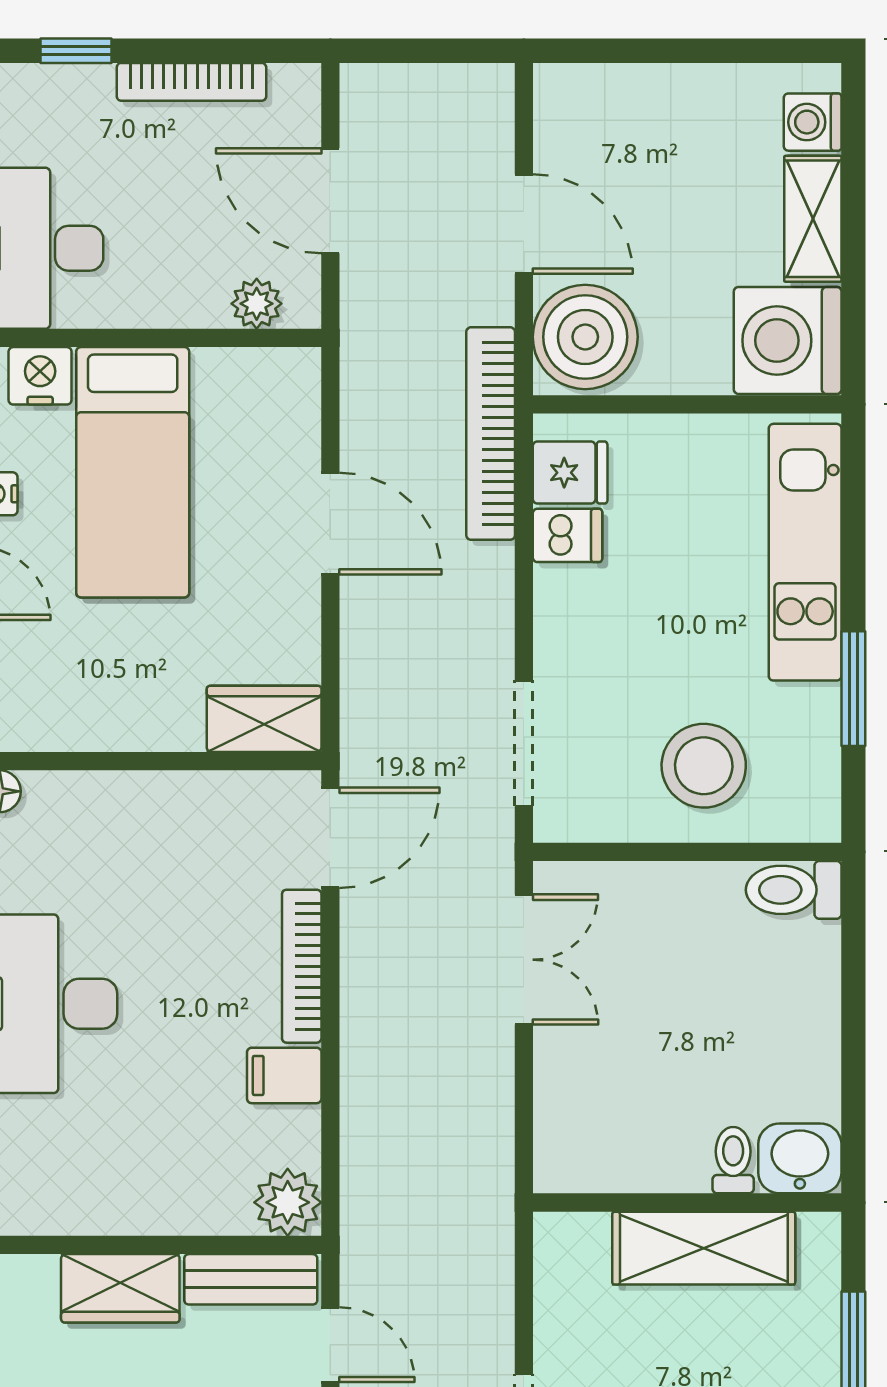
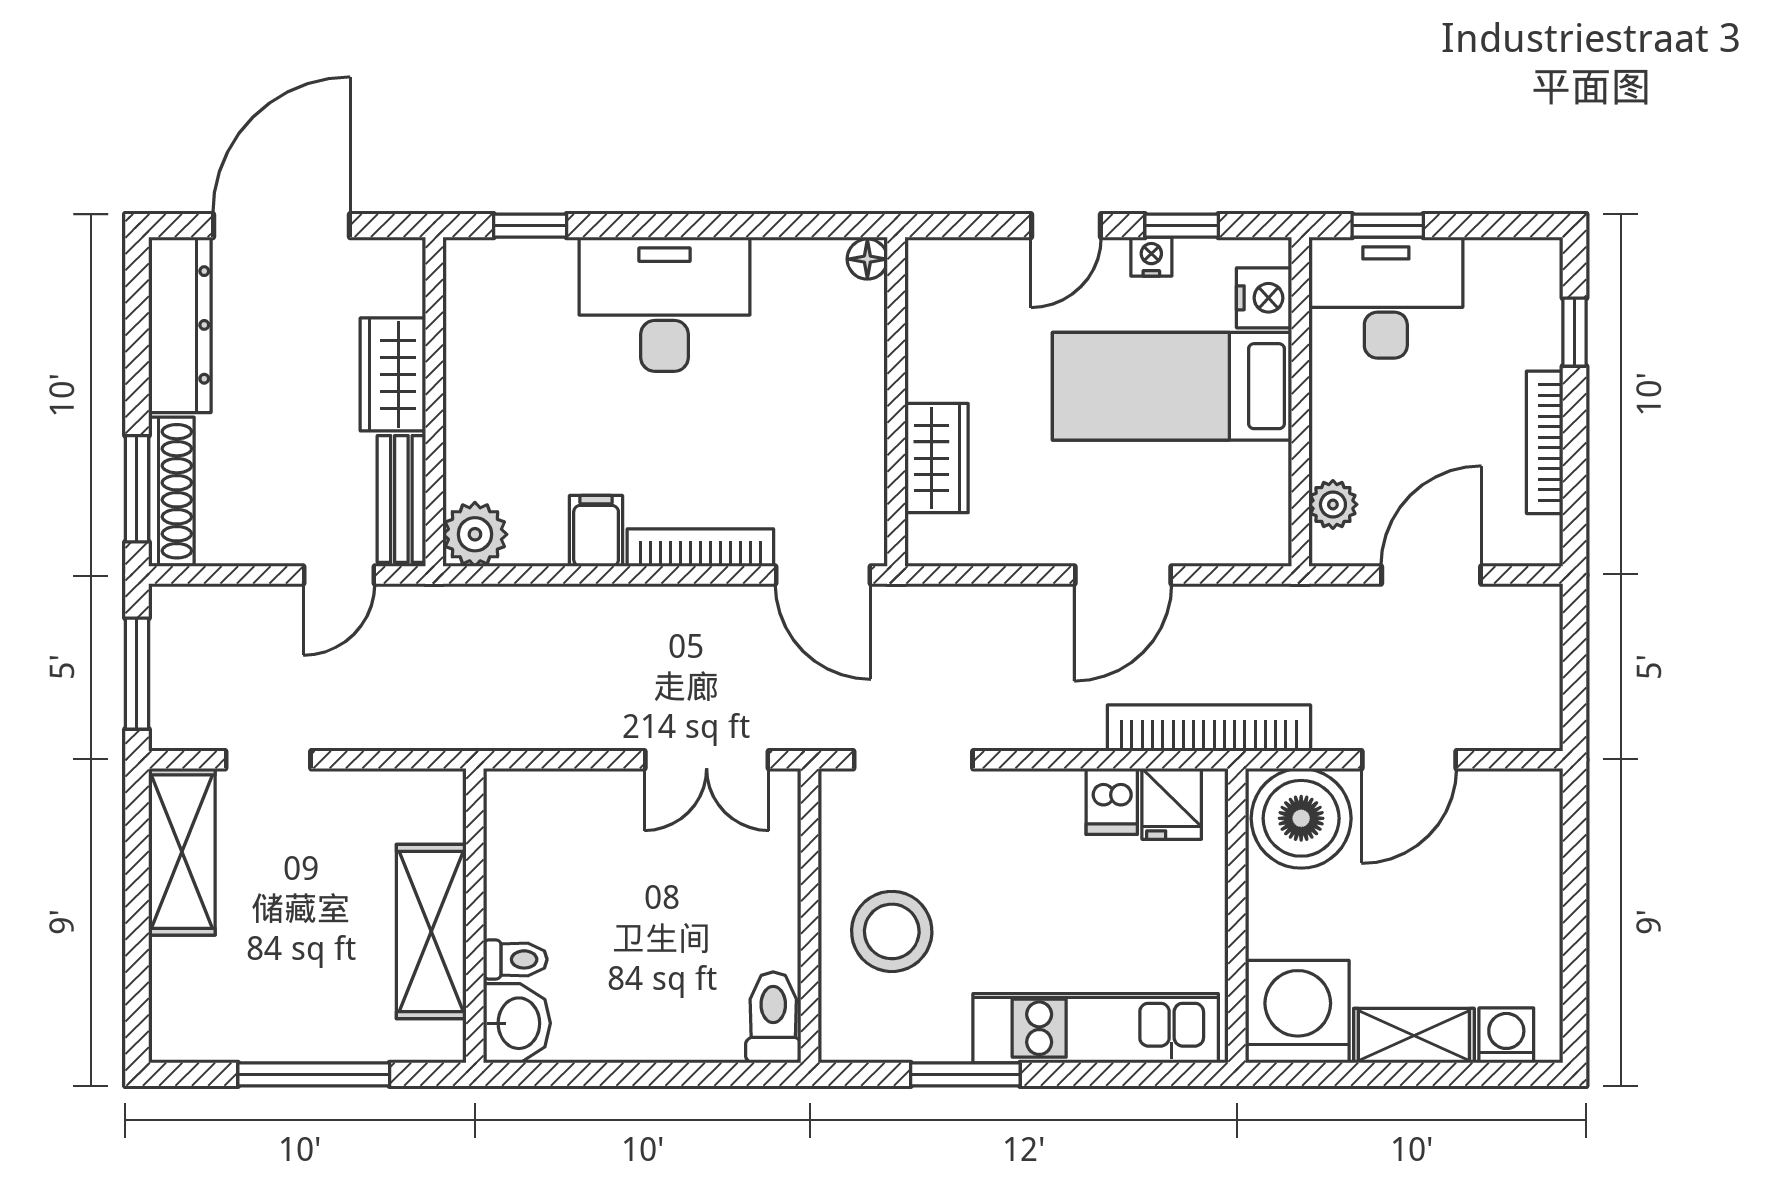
wardrobe: (264, 719) -> (936, 458), moved

